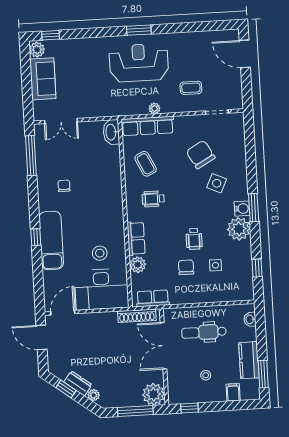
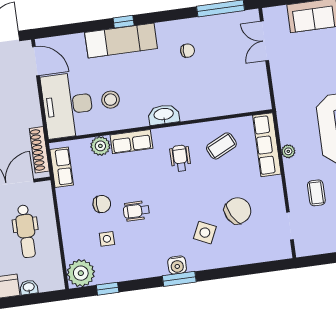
washbasin: (111, 132) -> (164, 115), moved
plant: (239, 229) -> (81, 273), moved
washbasin: (250, 319) -> (29, 287), moved
dental chair: (204, 332) -> (26, 231), turned 180

